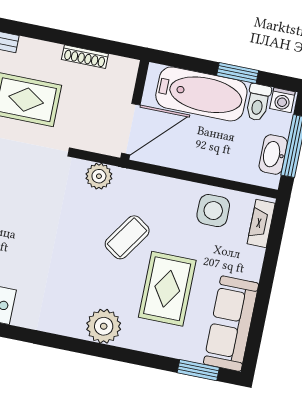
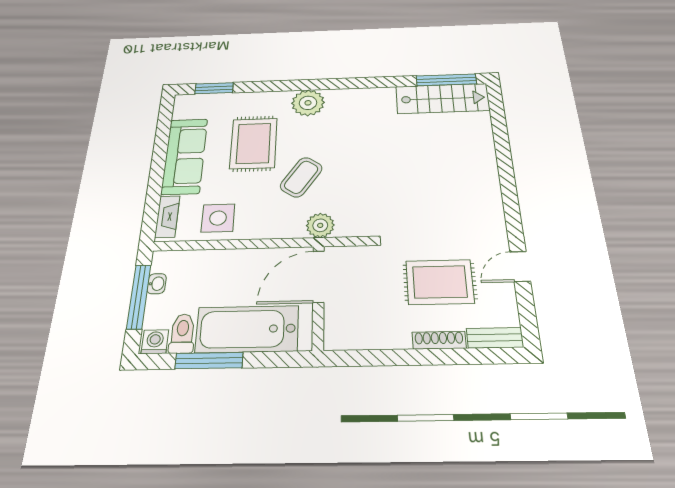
shoe rack: (85, 57) -> (439, 340), moved
window: (238, 73) -> (209, 361), width x1.44
washbasin: (273, 154) -> (157, 284), width x0.52, depth x0.69
plant: (99, 176) -> (320, 225), moved
sofa: (231, 324) -> (185, 156), moved

